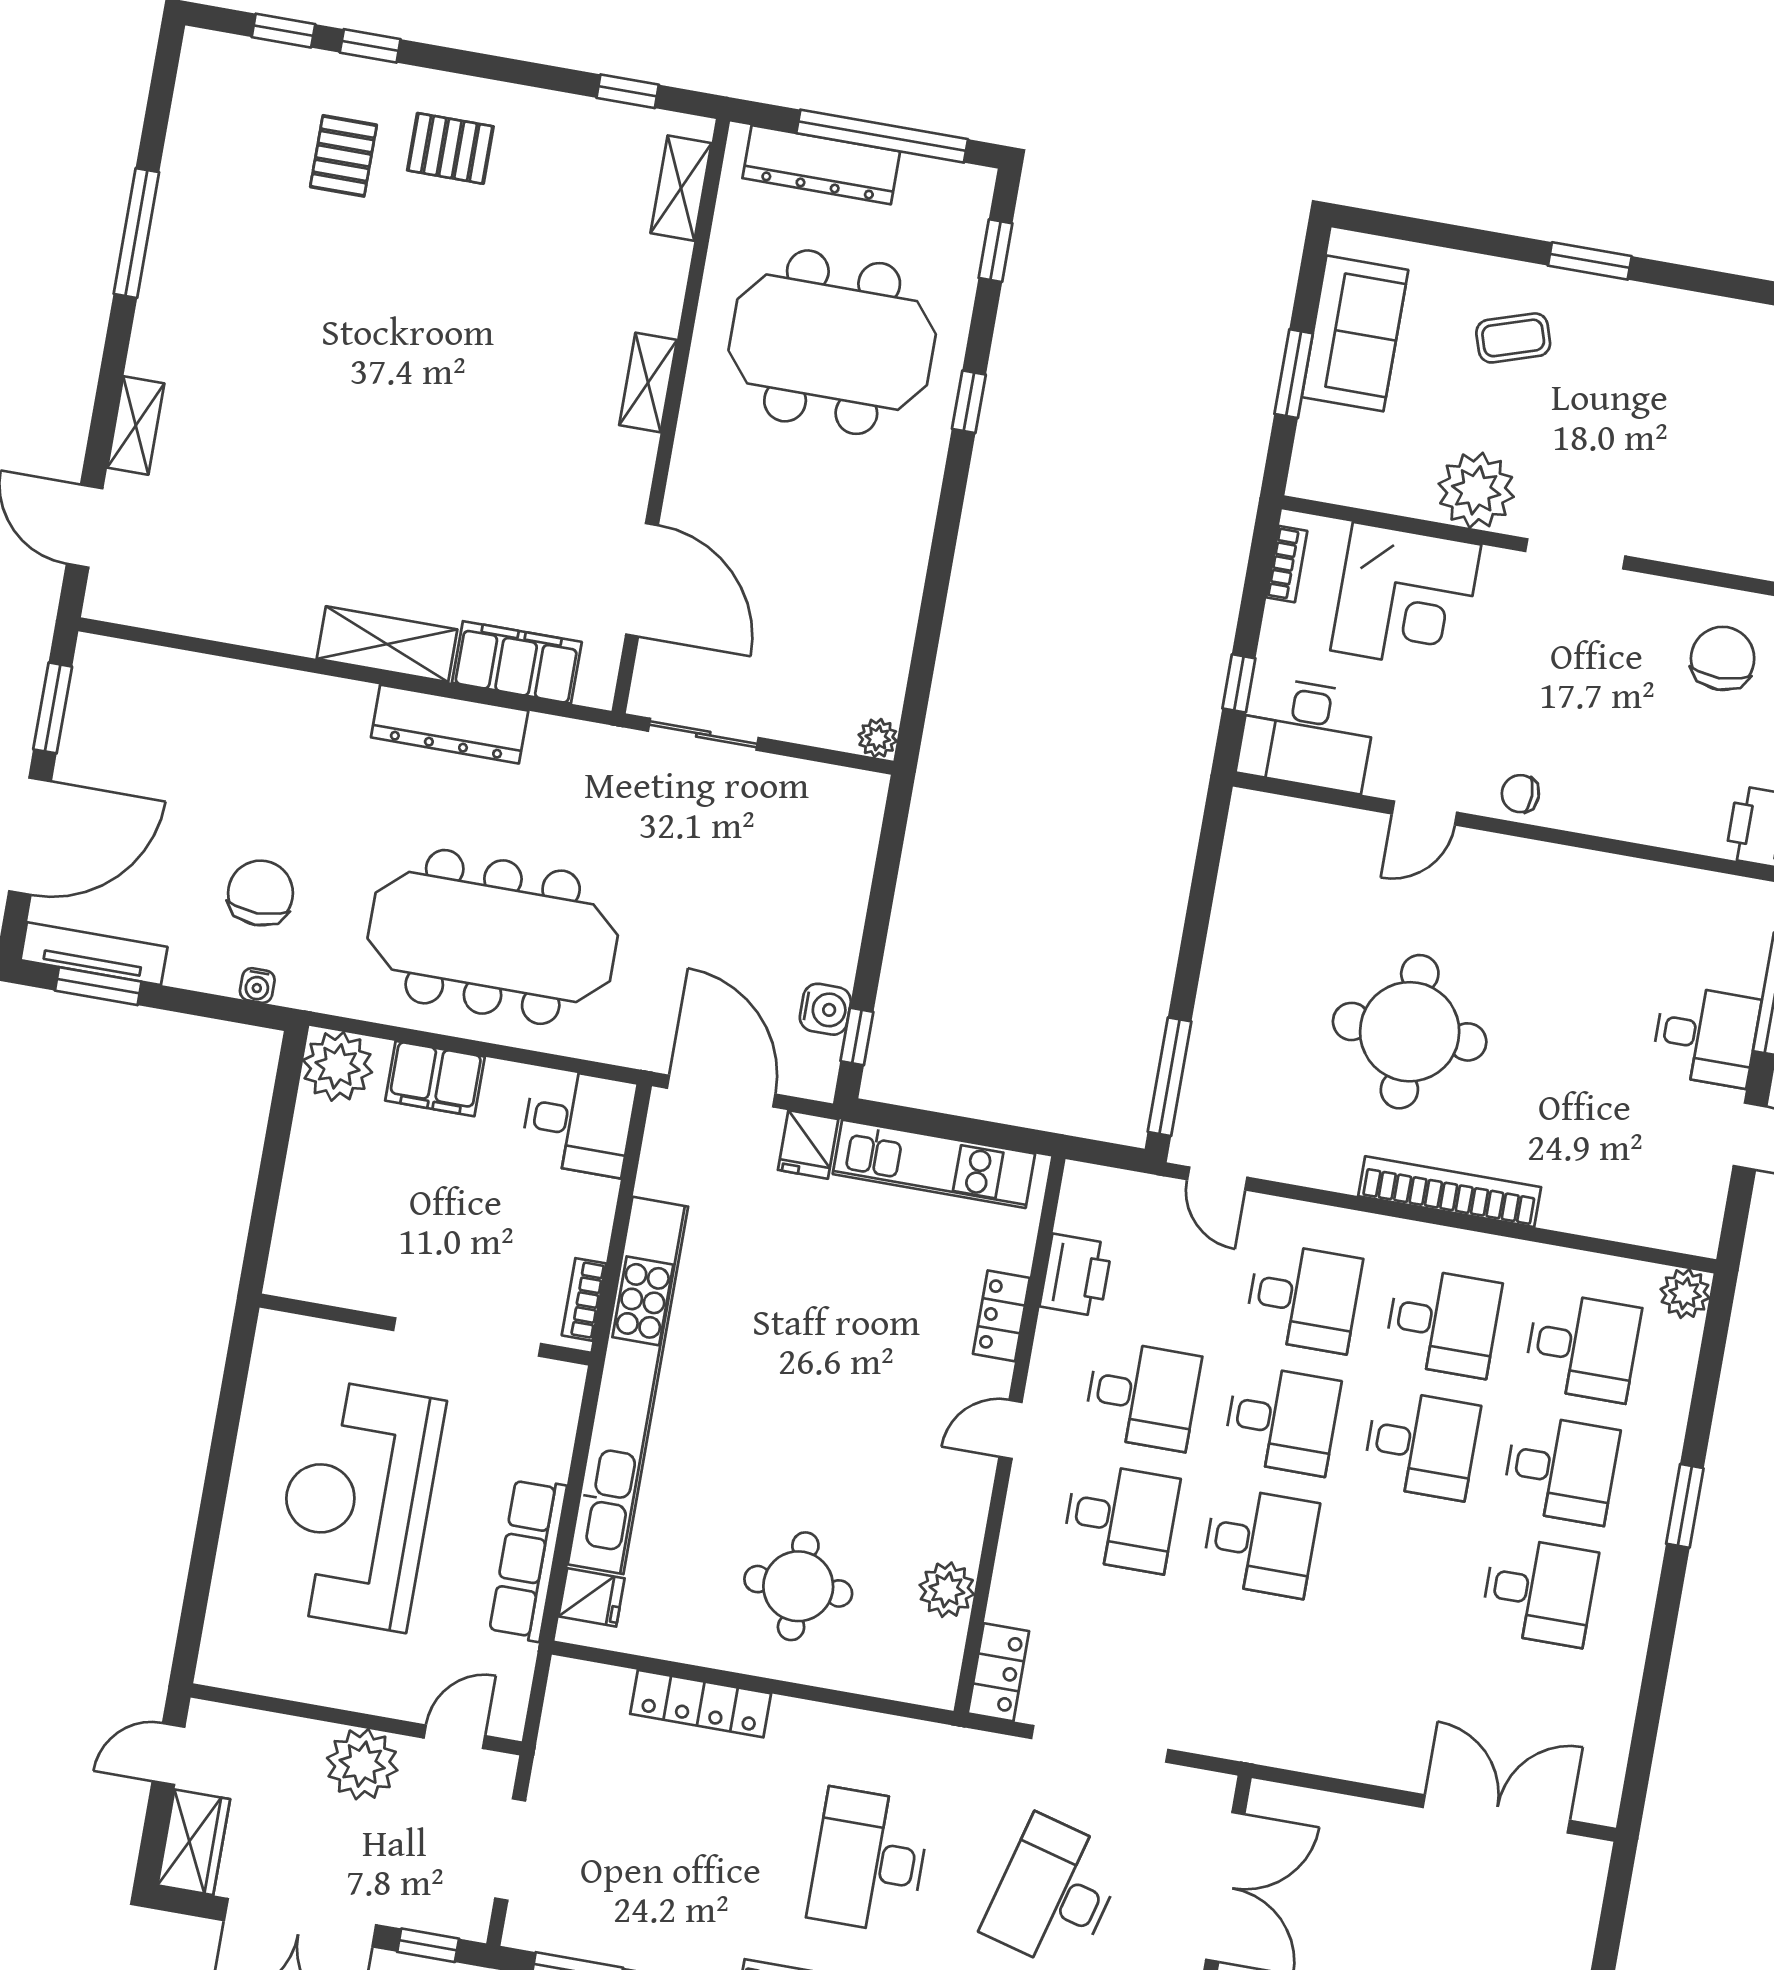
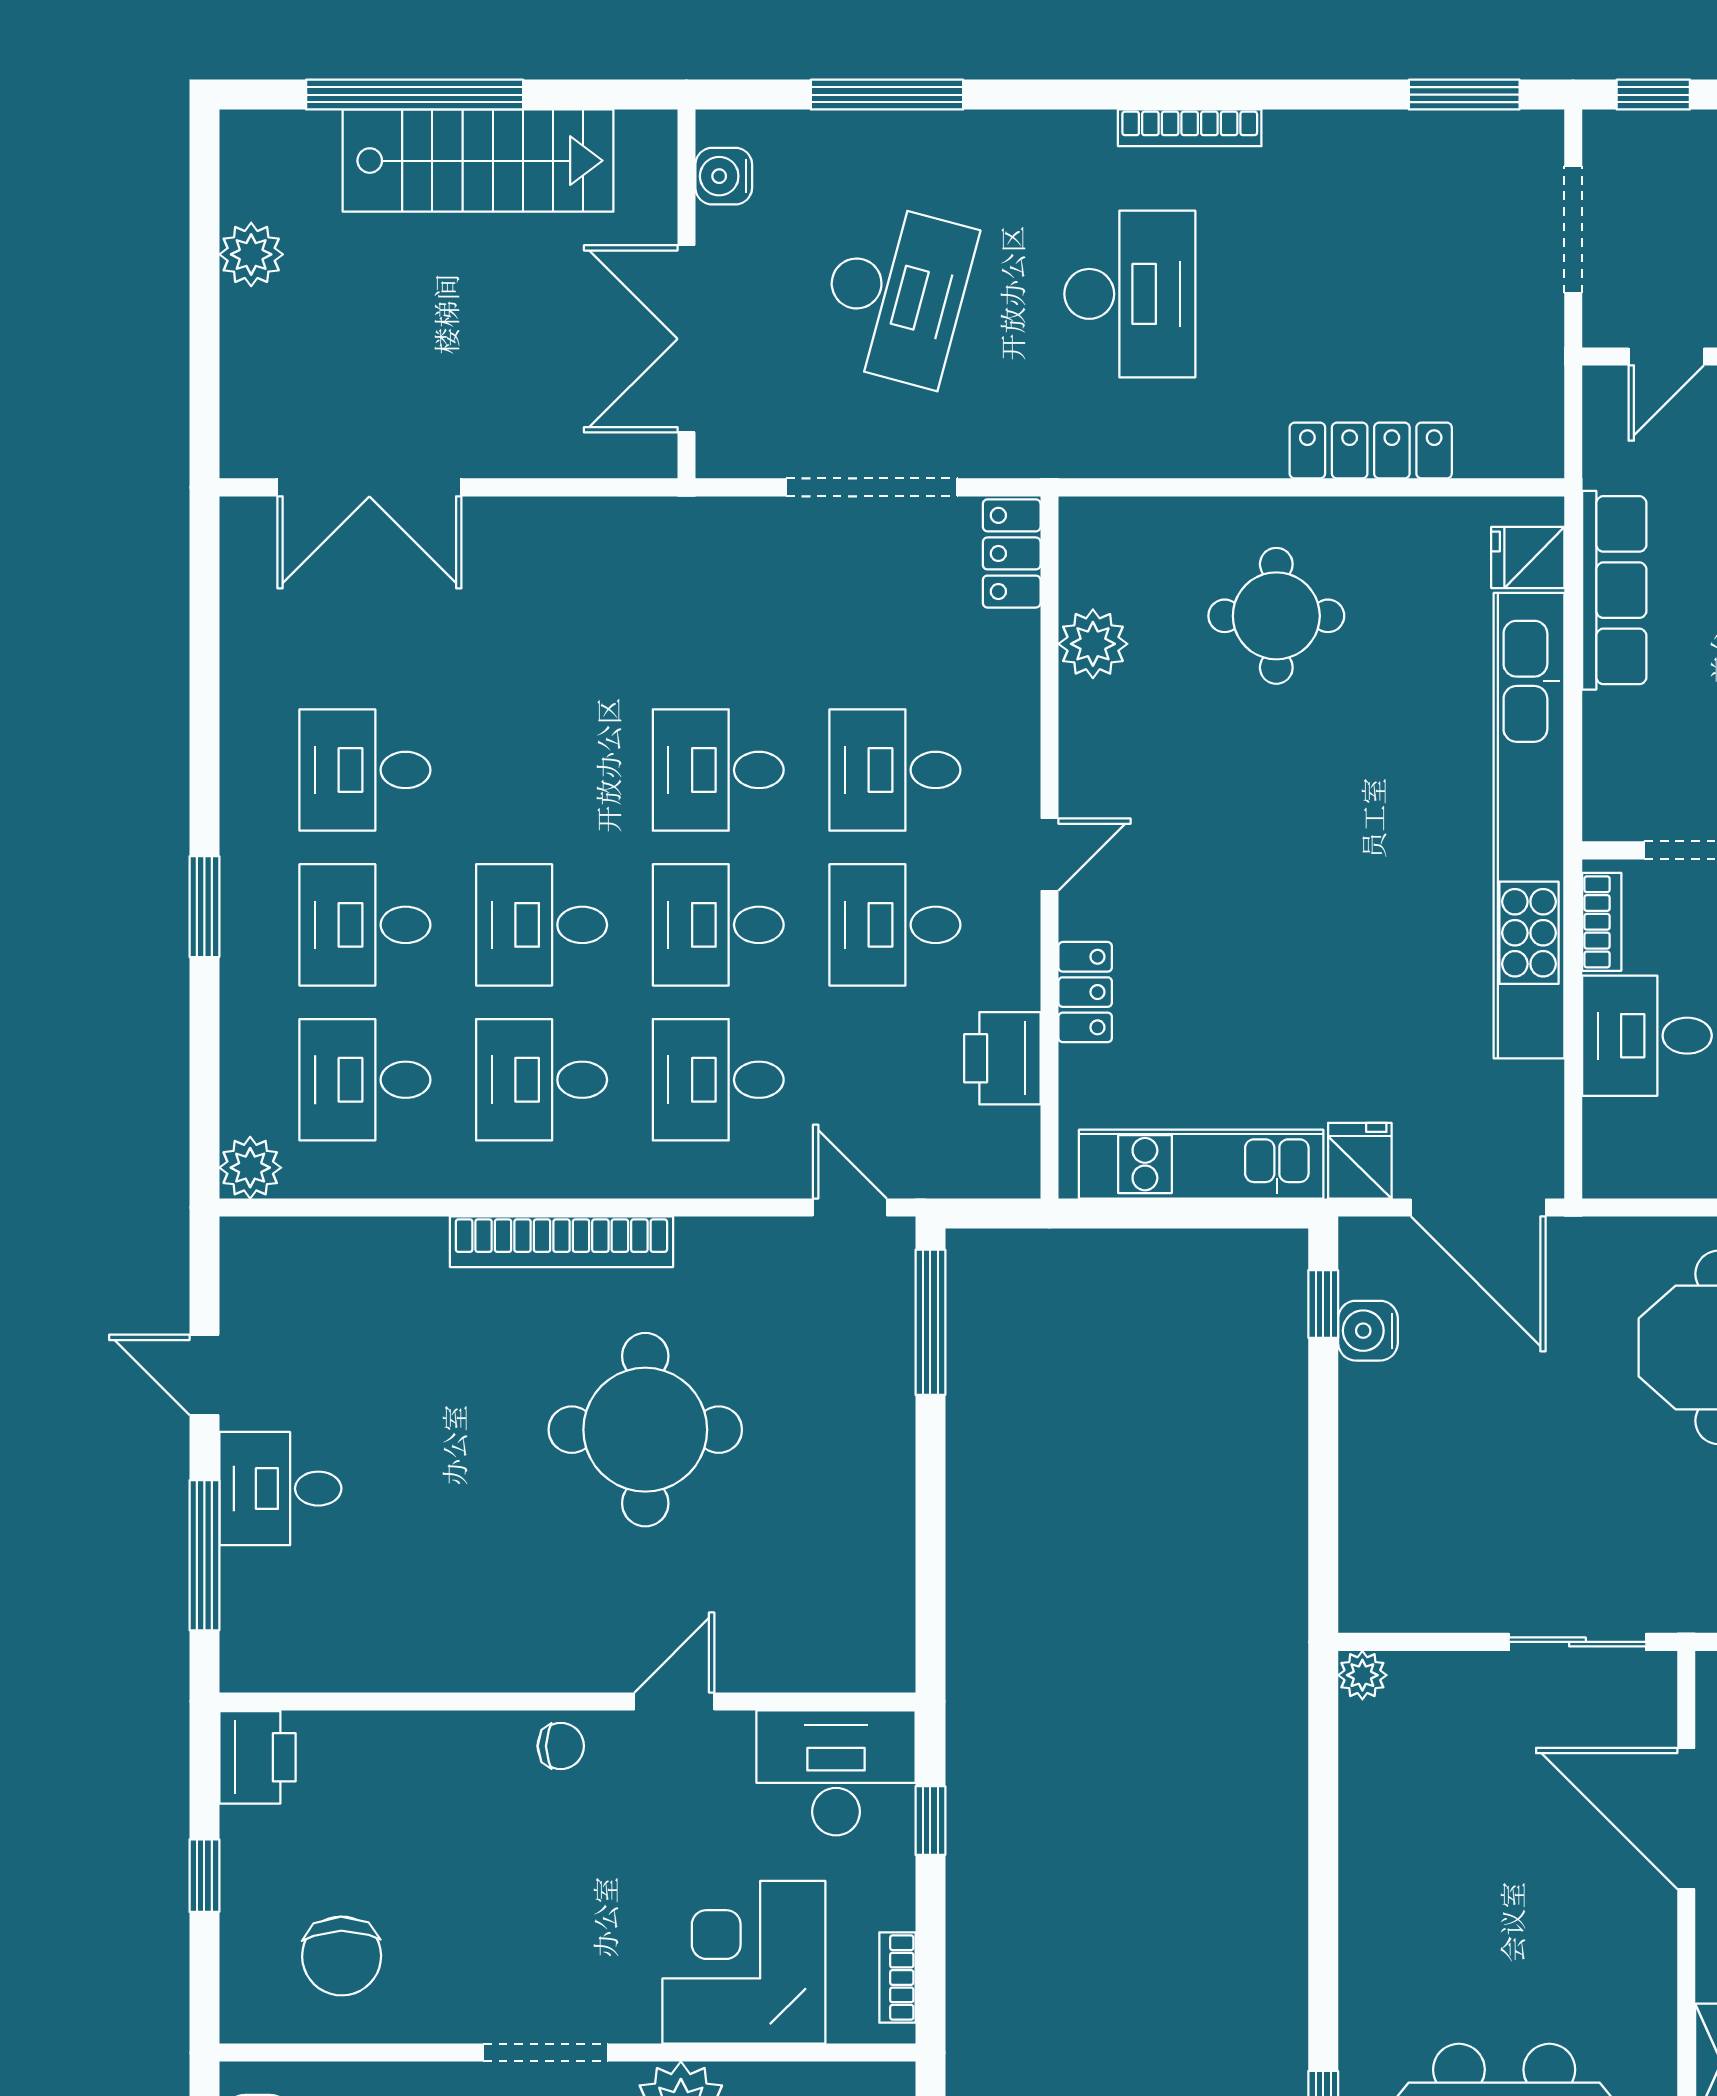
desk: (578, 1122) -> (1647, 1036), moved

